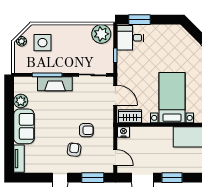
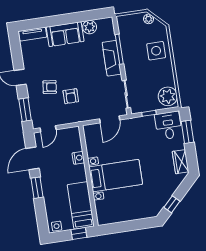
side table: (42, 43) -> (156, 51), moved
wardrobe: (130, 116) -> (181, 162), moved, turned 180
nightstand: (123, 132) -> (78, 158), moved

